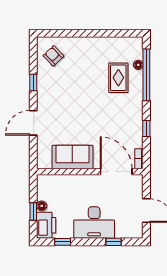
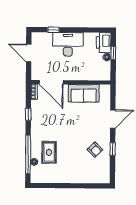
armchair: (54, 56) -> (95, 150), moved
window: (63, 242) -> (91, 30), removed

